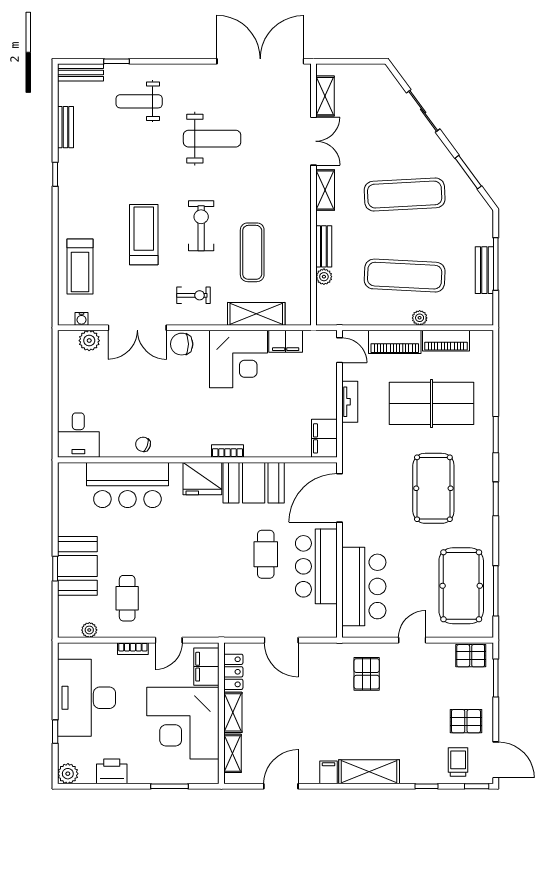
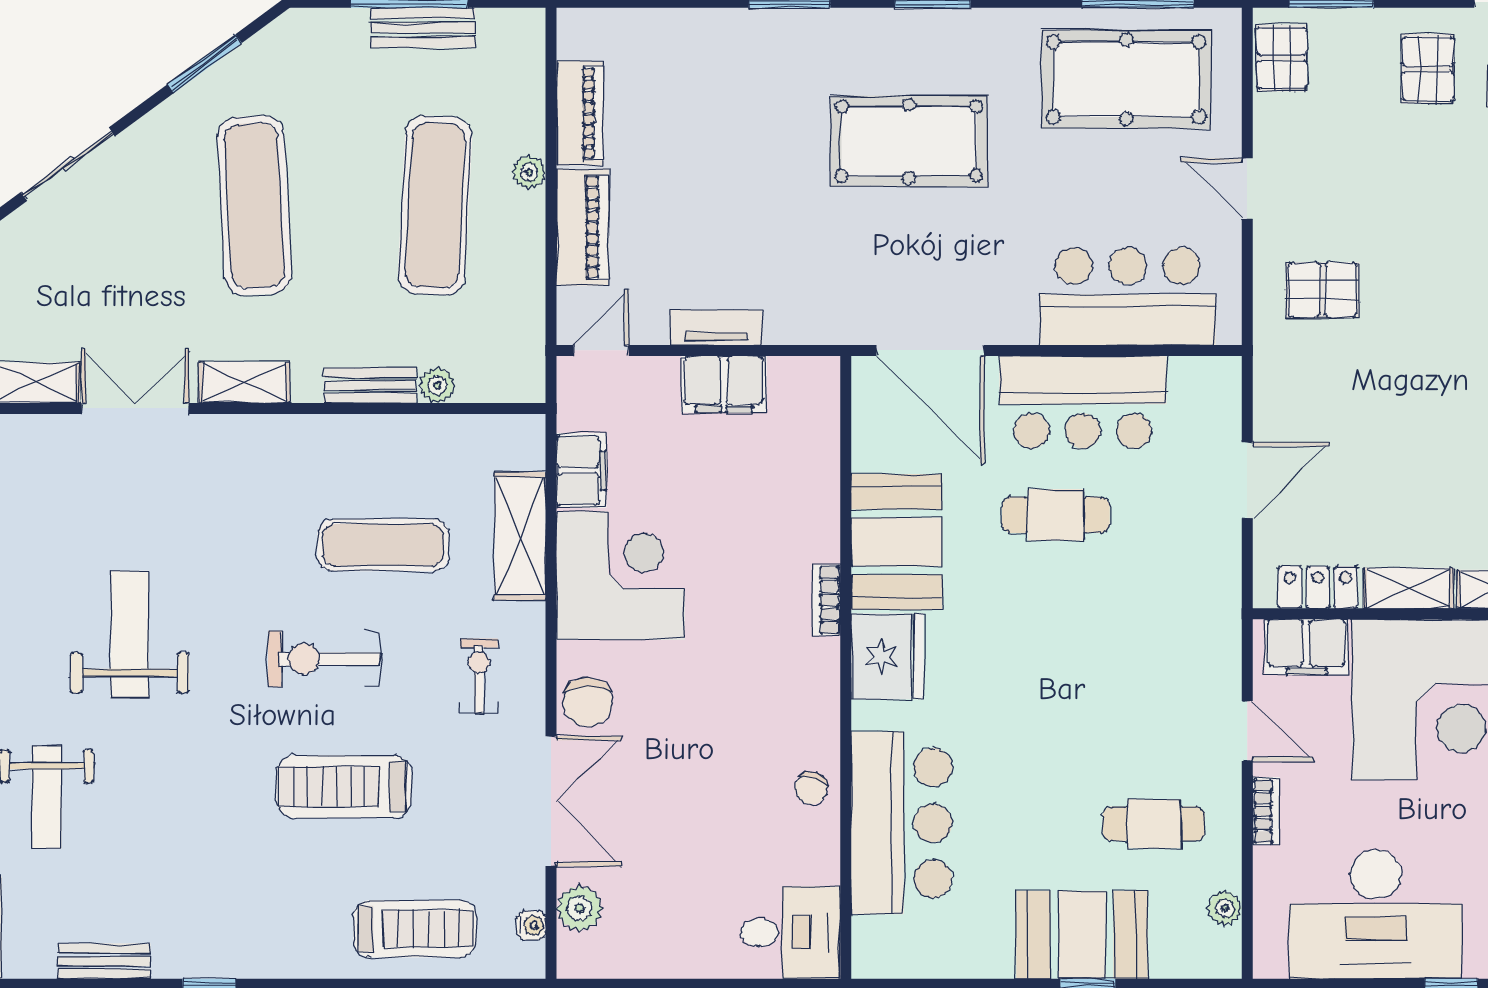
table tennis table: (432, 403) -> (720, 145), removed
filing cabinet: (324, 438) -> (724, 384), moved

